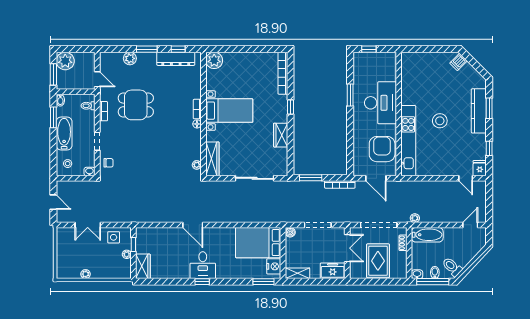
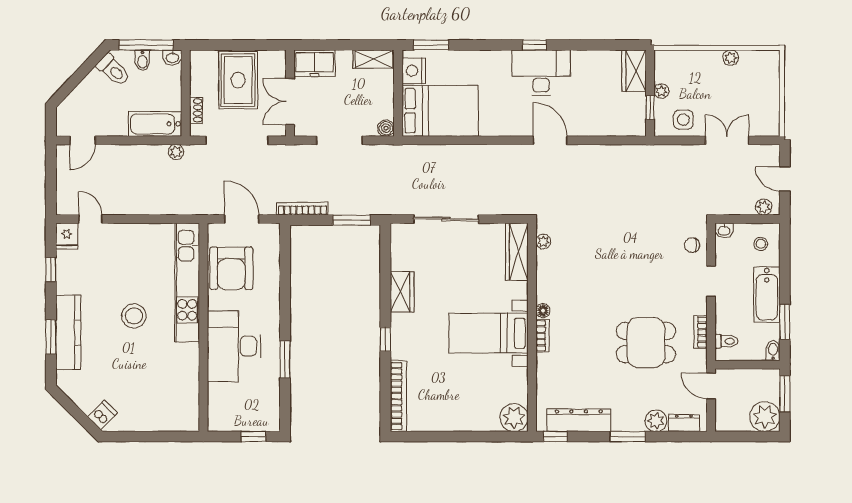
window: (178, 49) -> (555, 437), moved
dresser: (113, 57) -> (684, 423), added
plant: (66, 185) -> (764, 207), added
desk: (203, 265) -> (541, 73), width x1.37

